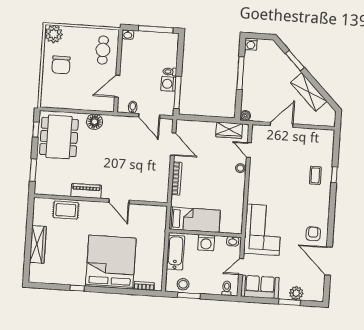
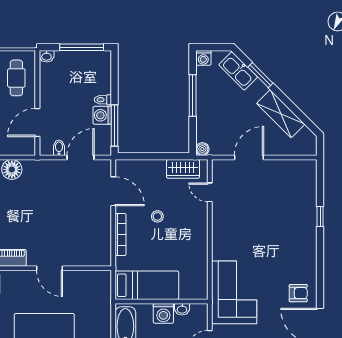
kitchen sink: (278, 56) -> (238, 71), added
door: (149, 116) -> (81, 158), swing flipped
stool: (240, 168) -> (157, 216), moved
coffee table: (315, 175) -> (296, 219), removed
armchair: (313, 234) -> (298, 293), turned 90
washbasin: (233, 241) -> (182, 309), moved

